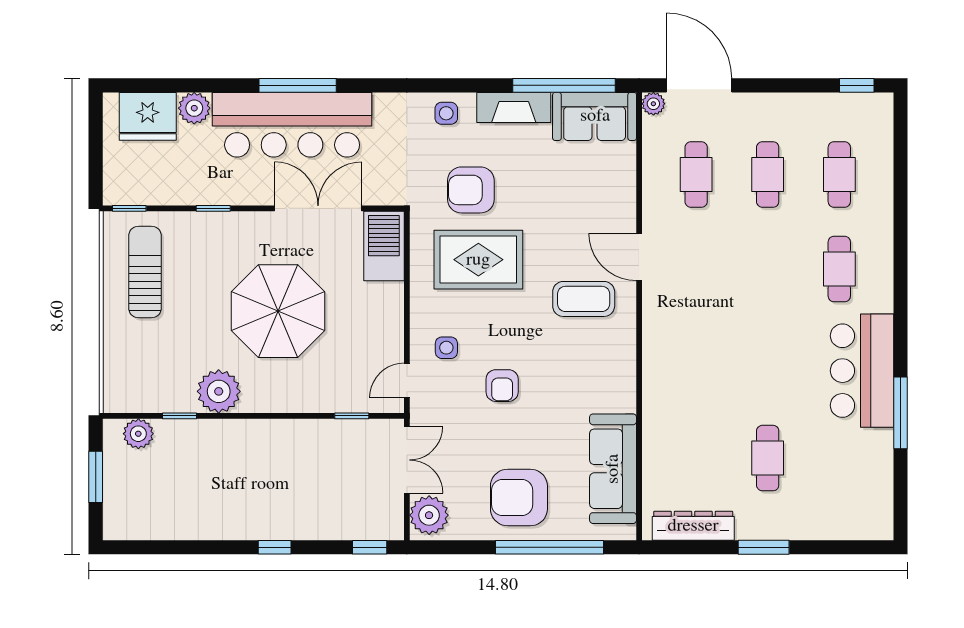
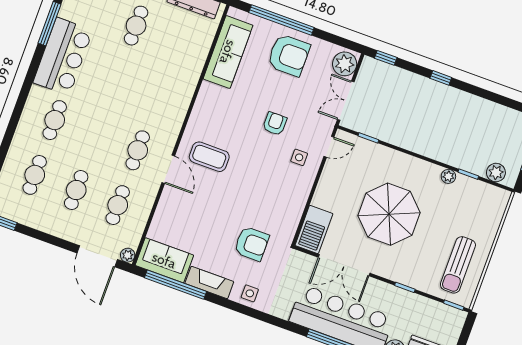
rug: (478, 260) -> (262, 202), removed
cafe table: (696, 269) -> (138, 150), added
plant: (219, 391) -> (448, 176), width x0.53, depth x0.53

